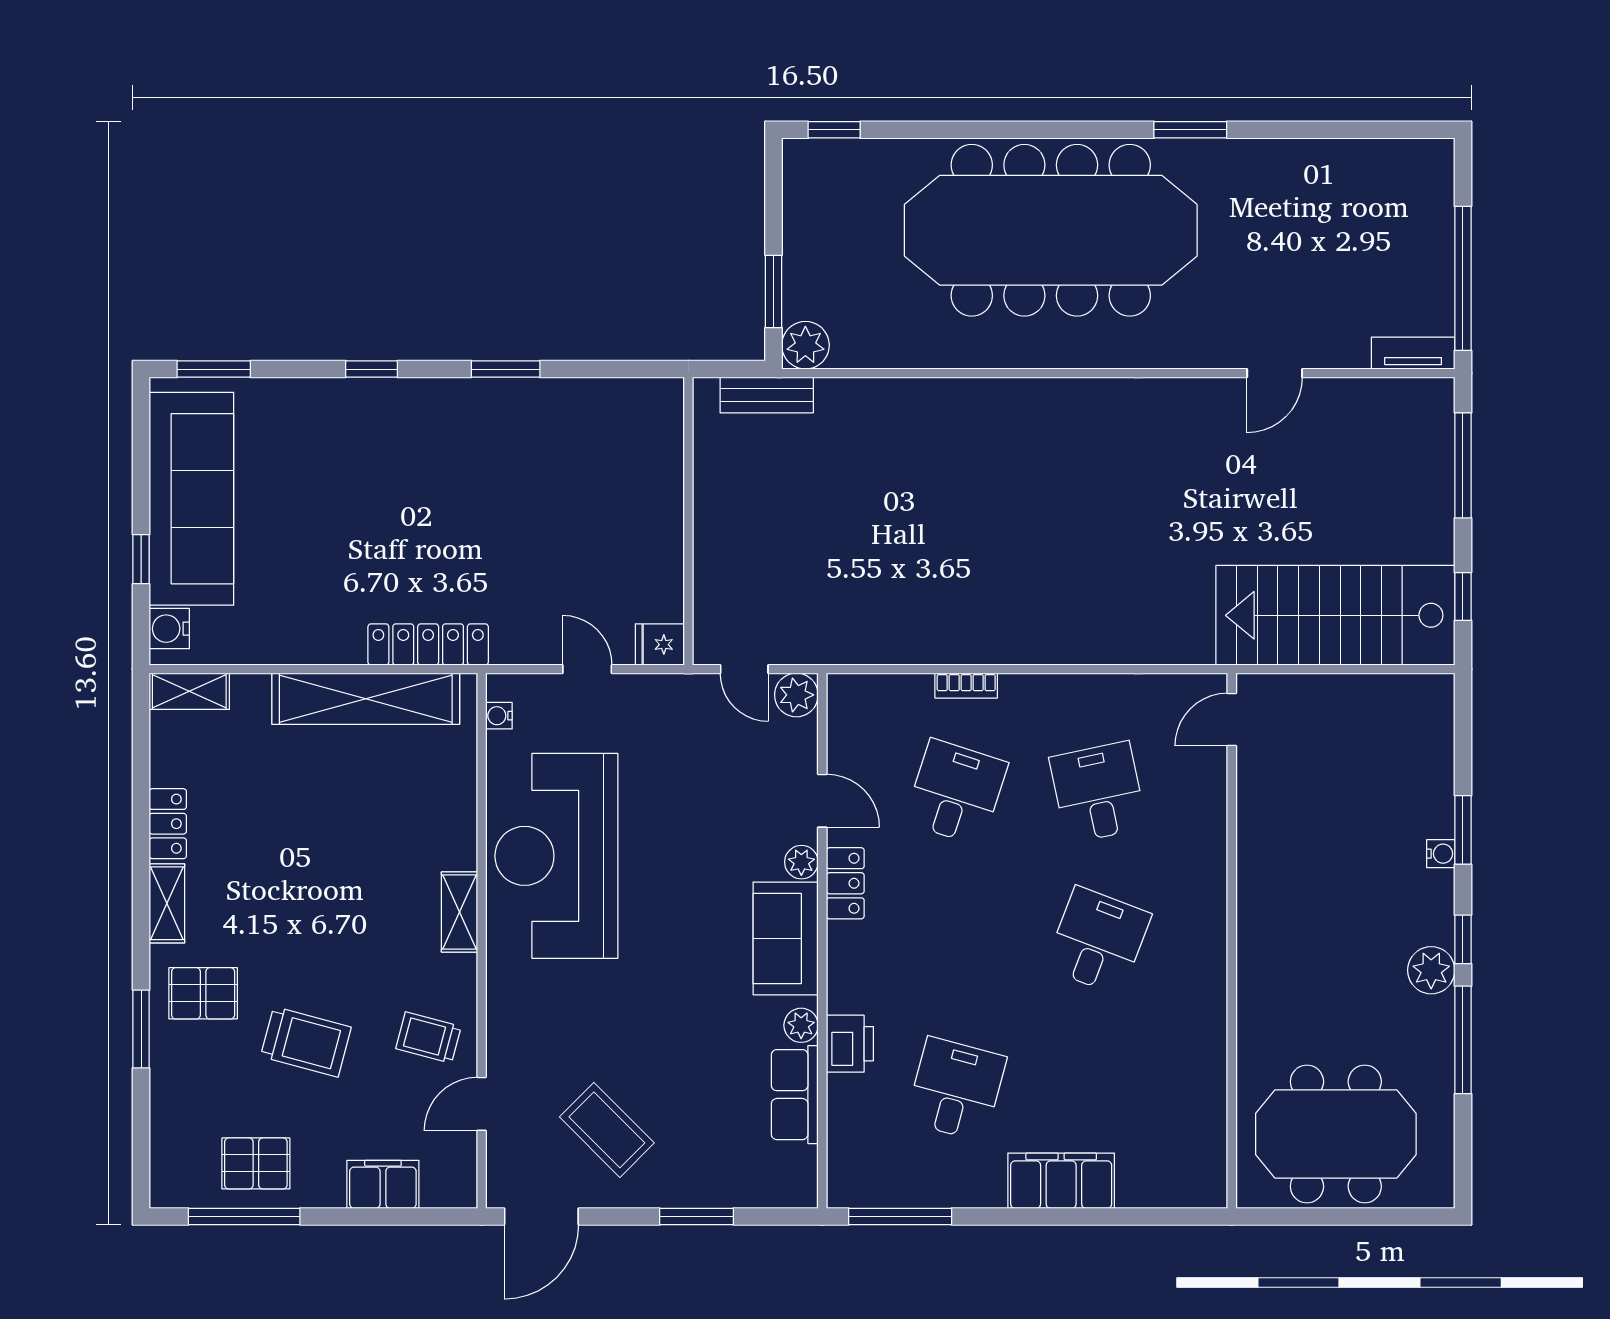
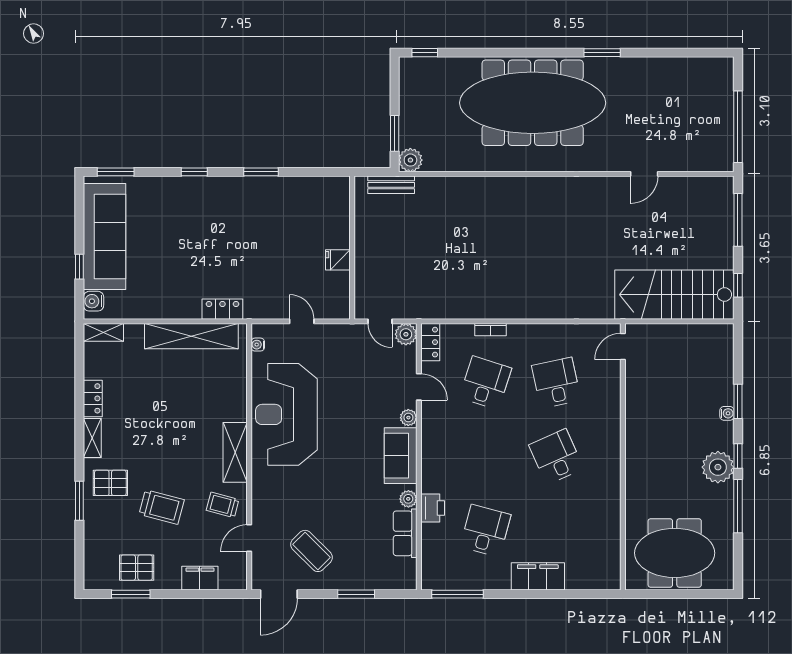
tv unit: (1413, 353) -> (713, 164), removed
locker: (428, 644) -> (222, 309), width x0.66
fridge: (660, 644) -> (338, 260), moved
locker: (845, 883) -> (430, 342), moved
shelving: (459, 912) -> (235, 452), width x1.50, depth x1.33
desk: (1098, 941) -> (556, 457), turned -45
plant: (1431, 970) -> (718, 467), width x1.36, depth x1.36
window: (244, 1216) -> (131, 594), width x0.69

